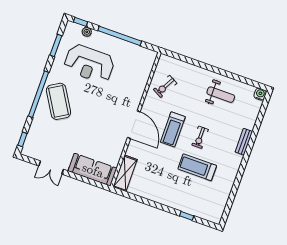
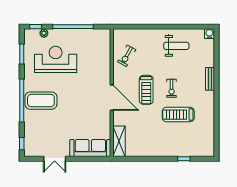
reception desk: (89, 64) -> (56, 59), turned 180
coffee table: (58, 101) -> (41, 101), turned -59

